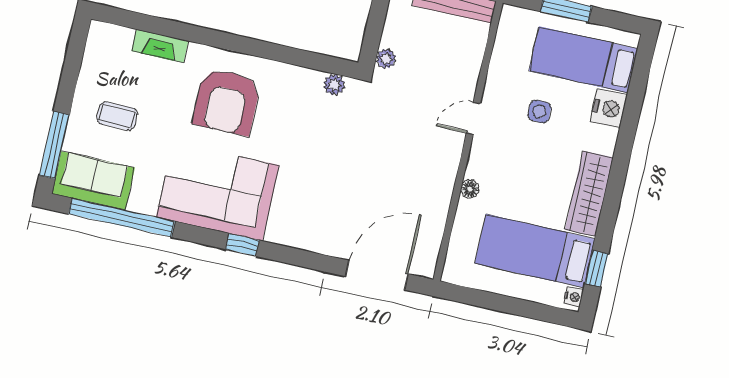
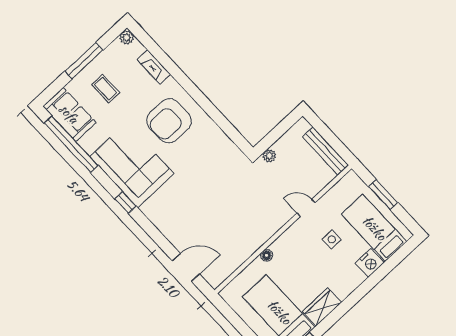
plant: (334, 85) -> (127, 37), moved
door: (473, 118) -> (306, 208), moved
window: (54, 145) -> (84, 61), moved
wardrobe: (589, 194) -> (322, 307), width x0.67
door: (377, 275) -> (186, 267), width x0.73

